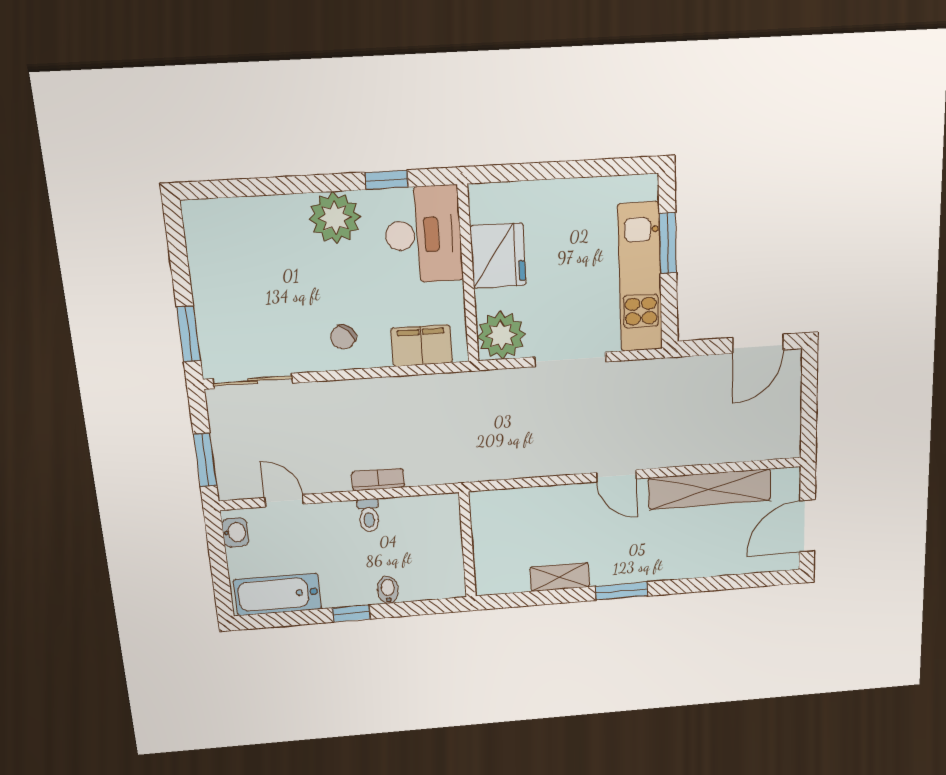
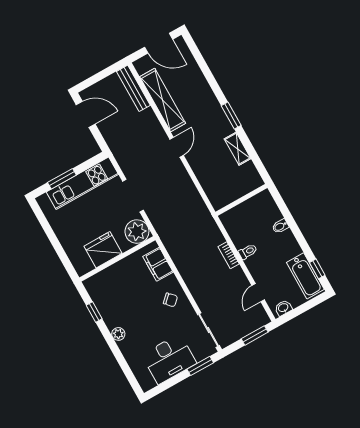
plant: (335, 218) -> (118, 334), width x0.53, depth x0.53
desk: (423, 235) -> (169, 359), moved, turned 180
bench: (756, 449) -> (133, 88), added
window: (351, 613) -> (317, 269), moved

